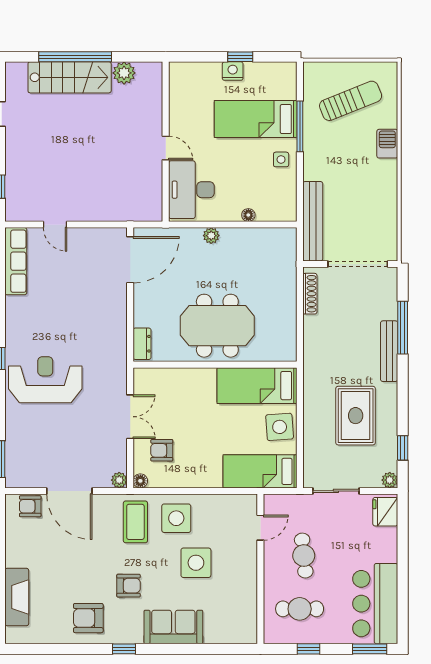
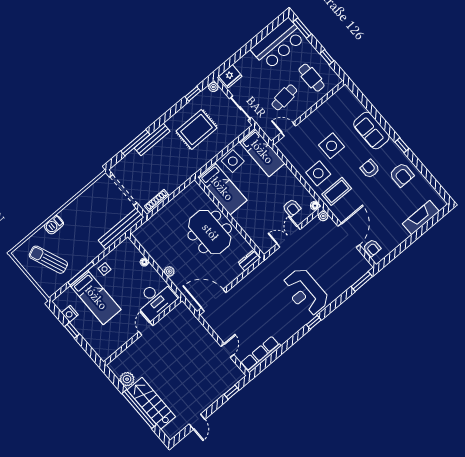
nightstand: (233, 71) -> (70, 314), moved

